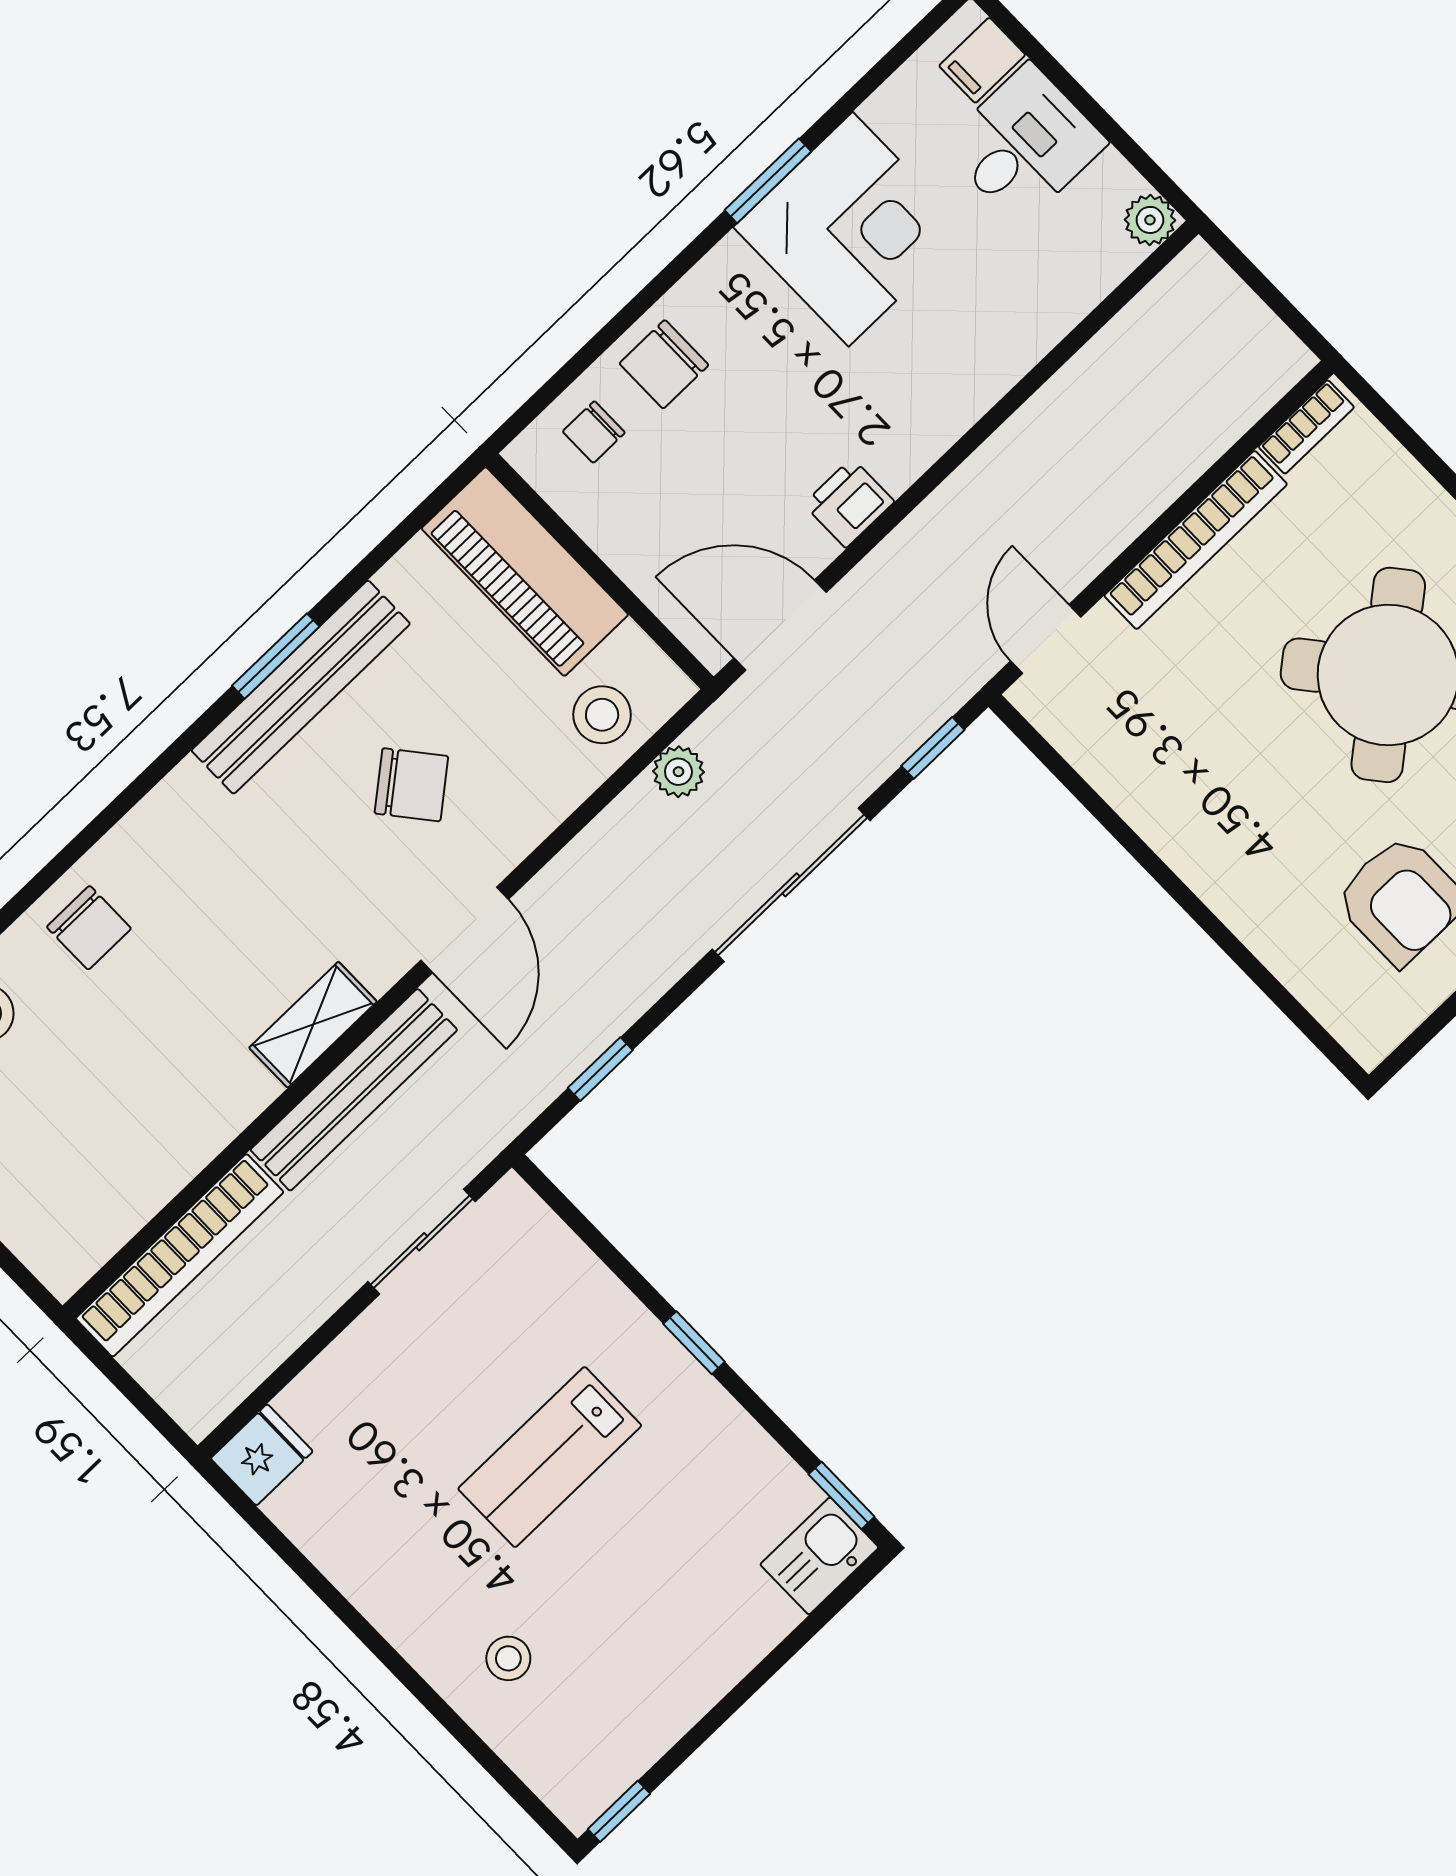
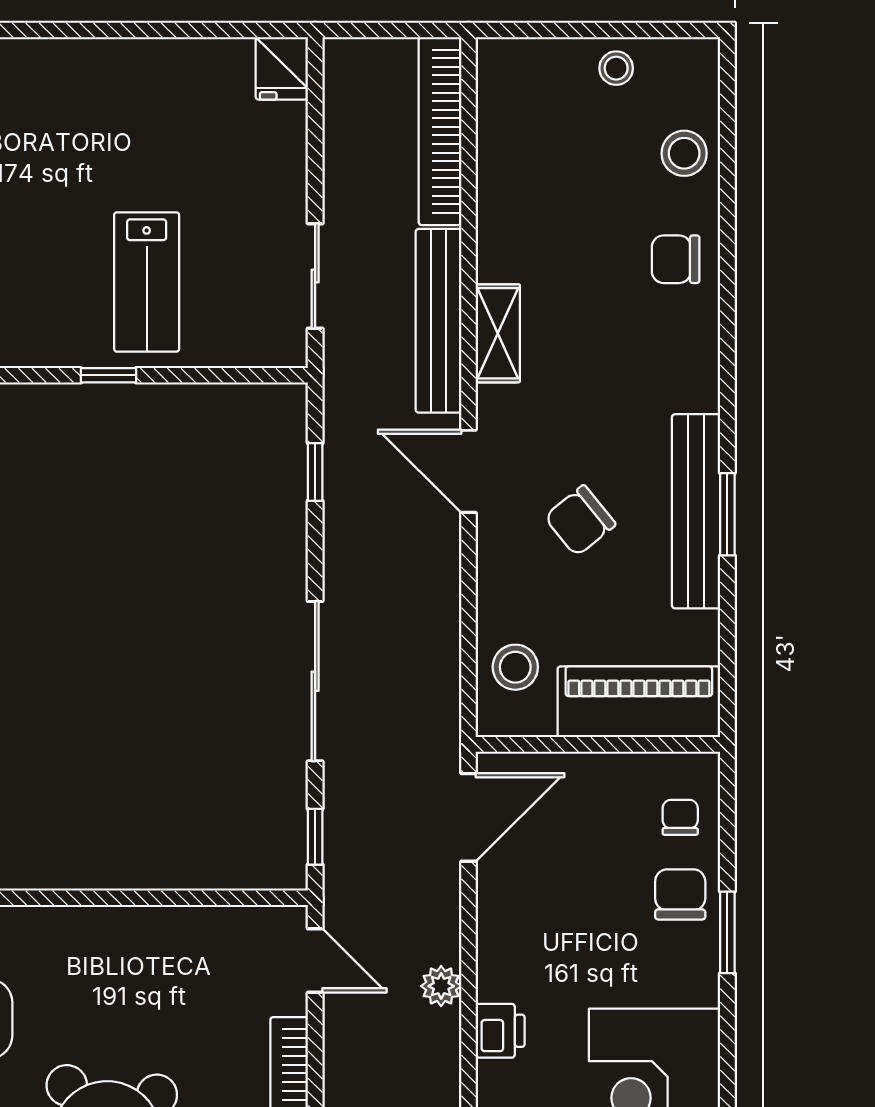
window: (768, 181) -> (727, 932), moved
printer: (849, 503) -> (500, 1031), moved
plant: (678, 772) -> (441, 986), moved
lab bench: (550, 1457) -> (147, 282), moved, turned 180
stool: (508, 1658) -> (31, 97), removed

